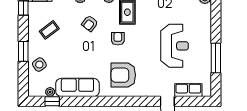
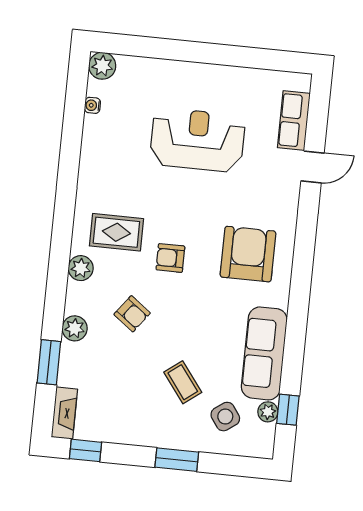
coffee table: (49, 30) -> (183, 382), moved
window: (216, 58) -> (232, 56), removed
side table: (39, 65) -> (225, 417), moved
armchair: (123, 75) -> (248, 254), turned 180

